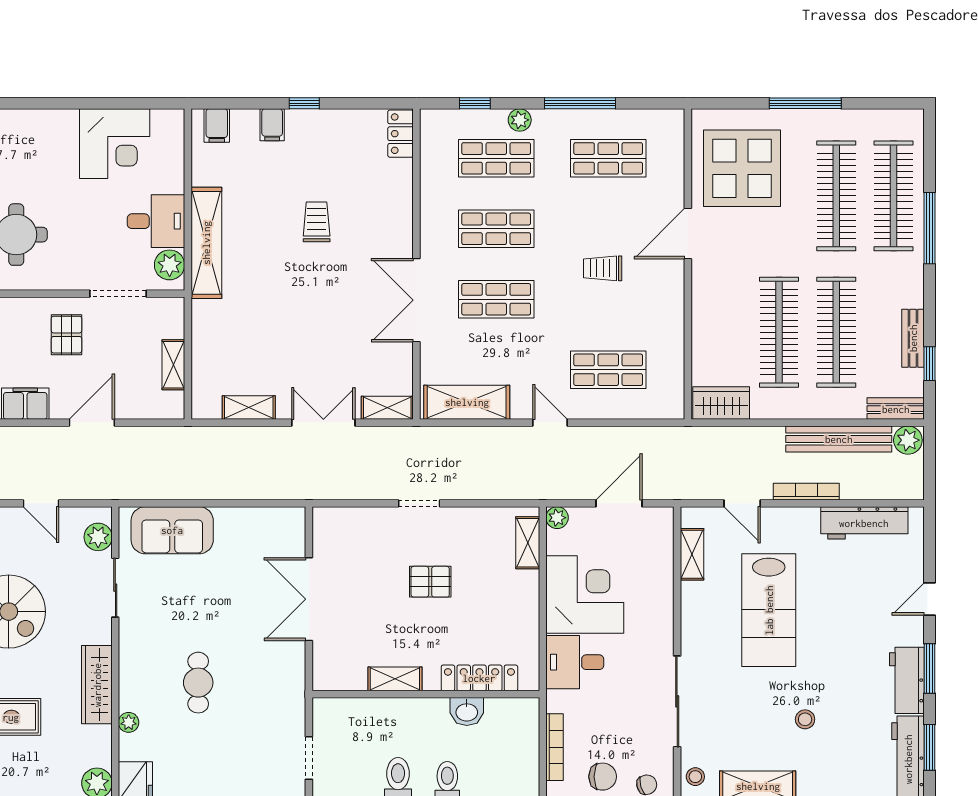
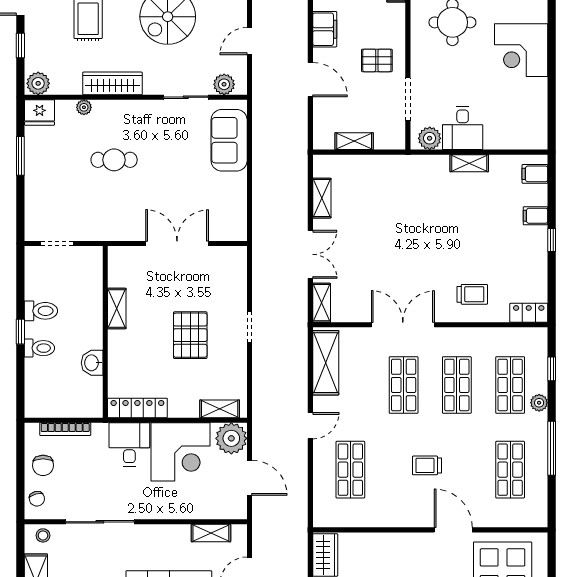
corner desk: (115, 144) -> (521, 50), moved
trolley: (317, 222) -> (472, 294), moved
shelving: (206, 243) -> (469, 163), width x0.45, depth x0.75
trolley: (603, 268) -> (427, 465), turned -90
plant: (557, 518) -> (231, 438), width x1.88, depth x1.88
pallet: (430, 582) -> (190, 335), width x1.50, depth x1.42
locker: (479, 678) -> (137, 408), moved, turned -90

